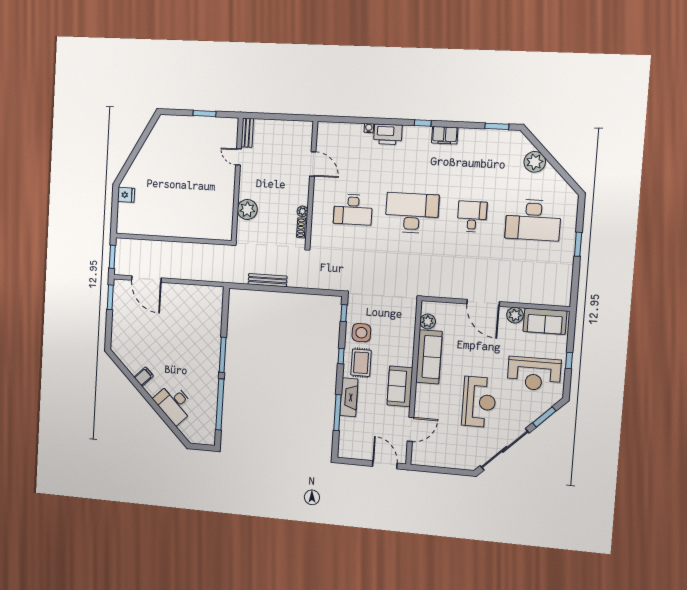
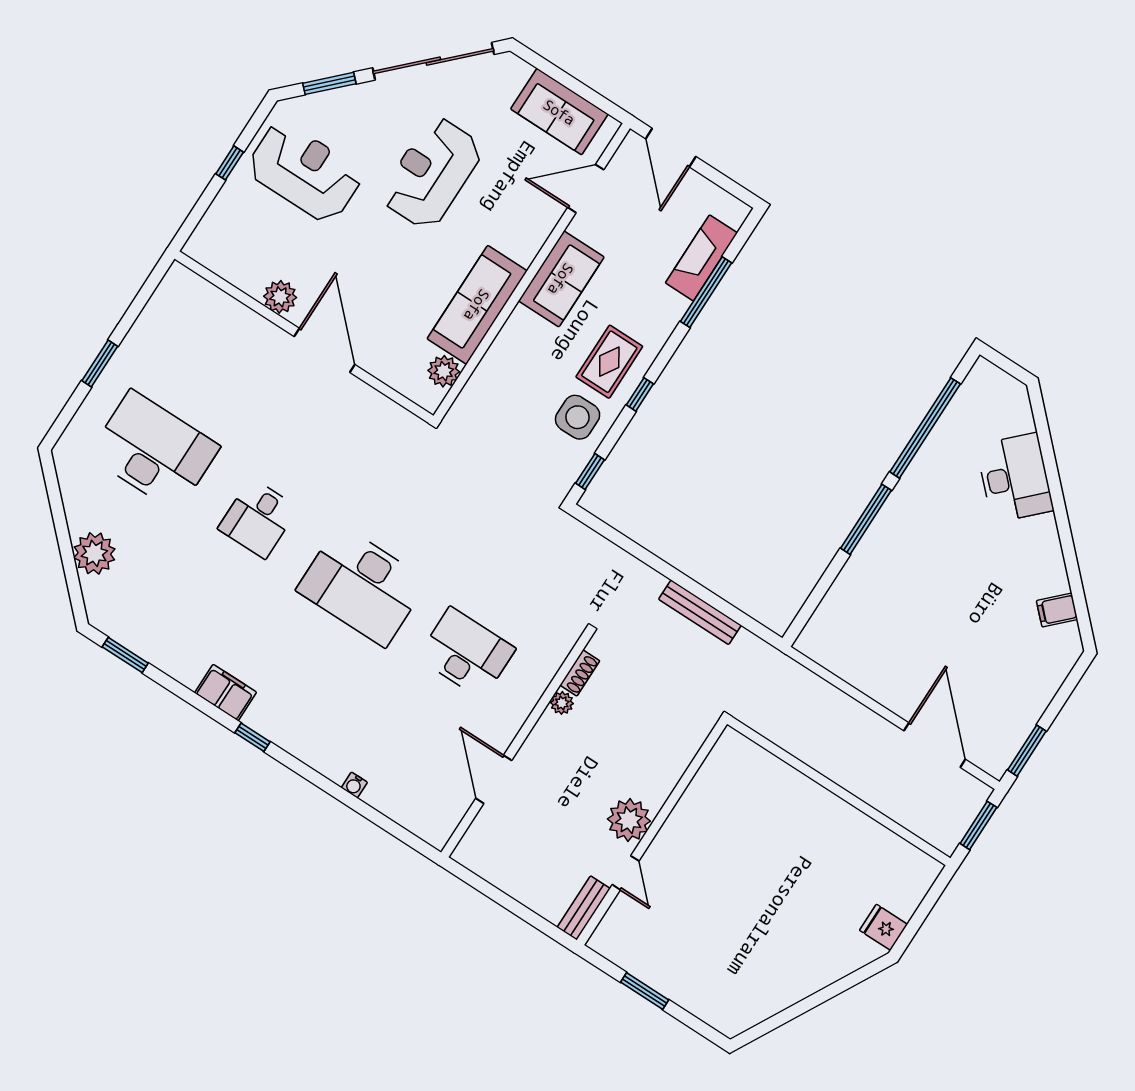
printer: (388, 134) -> (326, 754), removed
plant: (247, 209) -> (629, 820), moved
sofa: (545, 321) -> (559, 112), moved, turned 180
filing cabinet: (144, 377) -> (1057, 610), moved
fireplace: (349, 397) -> (701, 258), moved

